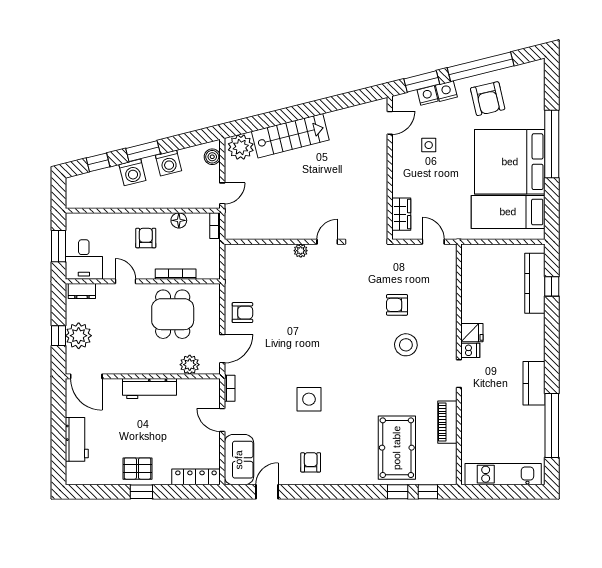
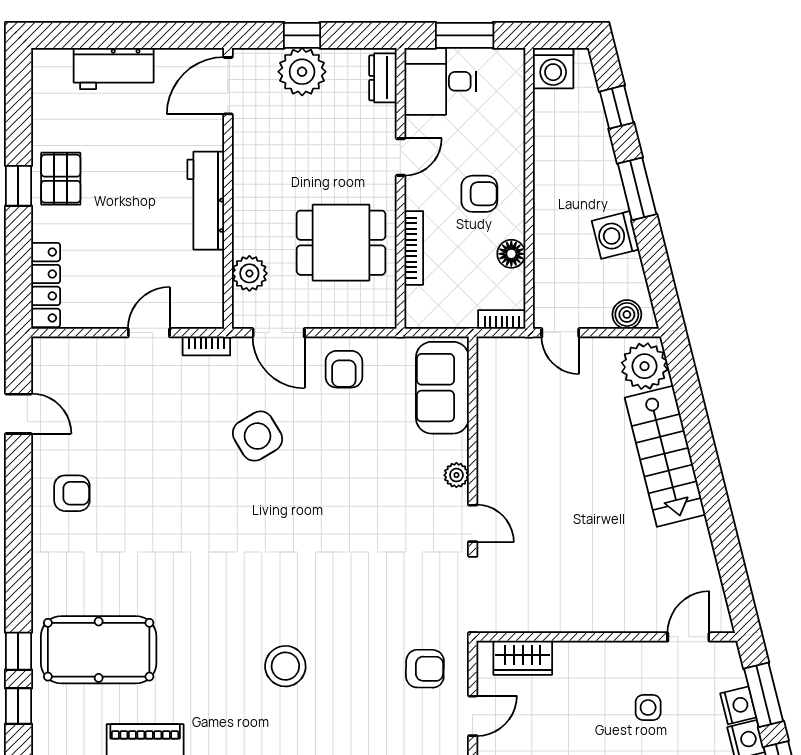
door: (390, 123) -> (688, 637), swing flipped
washing machine: (132, 172) -> (553, 68), moved, turned -76
armchair: (397, 305) -> (425, 669), moved, turned 91
side table: (309, 399) -> (257, 436), moved, turned -31
sofa: (239, 460) -> (442, 388), moved, turned 90

